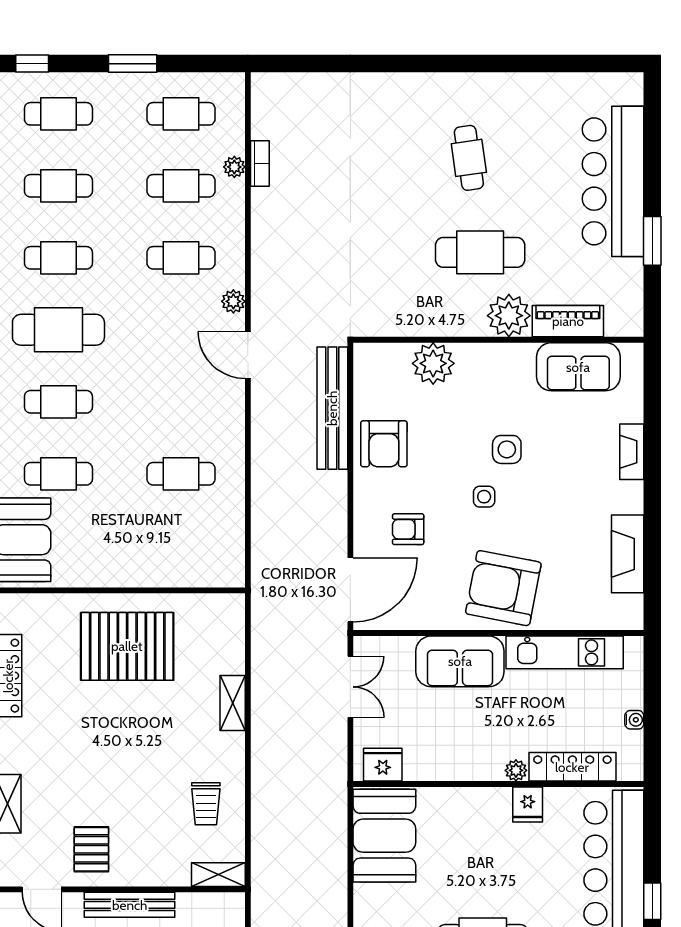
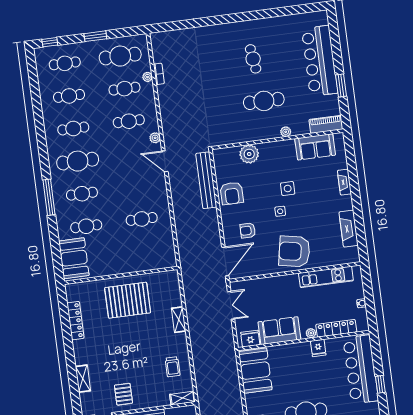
cafe table: (181, 114) -> (120, 56), width x1.37, depth x1.35
plant: (509, 316) -> (286, 132), width x0.53, depth x0.53
piano: (568, 321) -> (326, 124), moved
sofa: (460, 661) -> (279, 331), moved, turned 180

